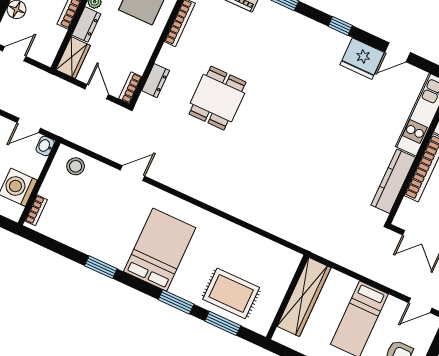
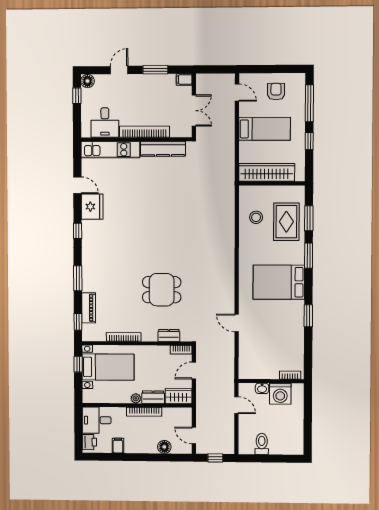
washbasin: (45, 146) -> (262, 388), moved
stool: (76, 166) -> (256, 217), moved

